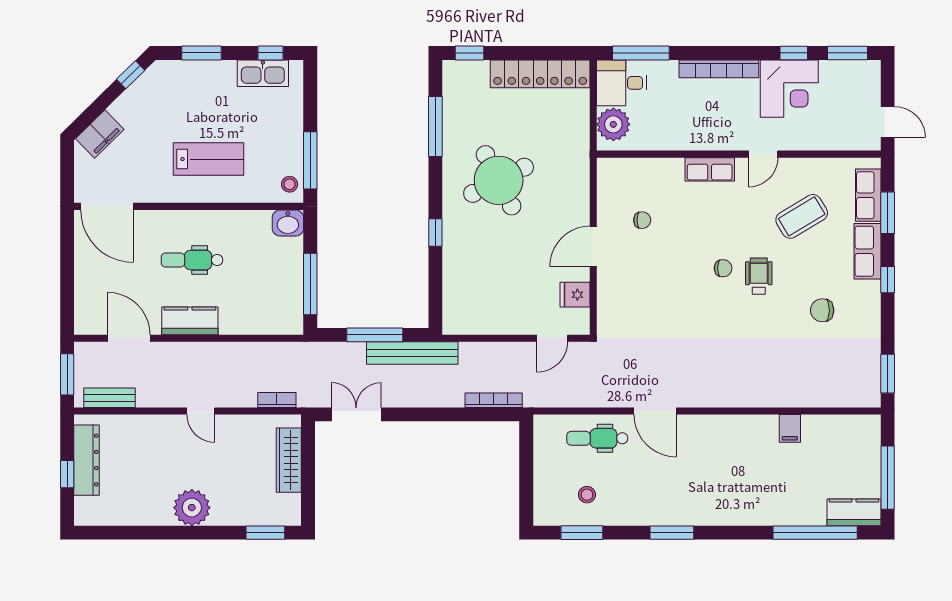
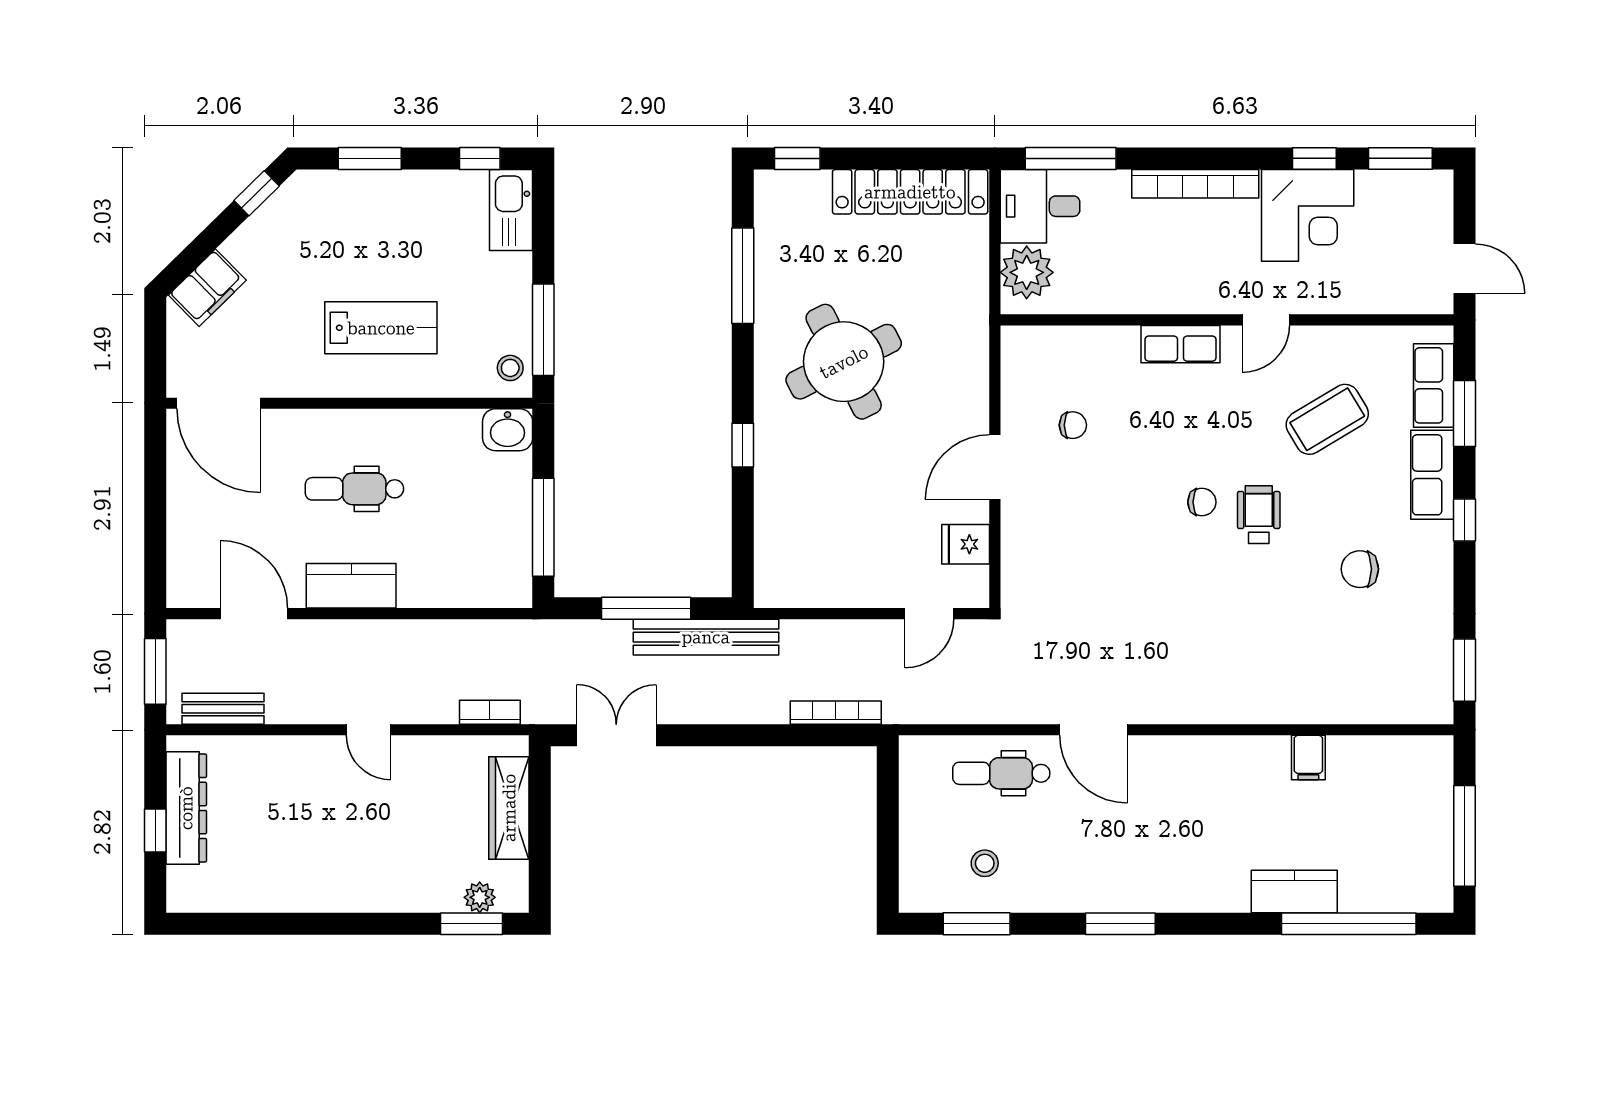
kitchen sink: (263, 73) -> (511, 210), moved, turned 90
plant: (192, 508) -> (480, 897), moved, width x0.53, depth x0.53
kitchen counter: (854, 512) -> (1294, 891), moved

